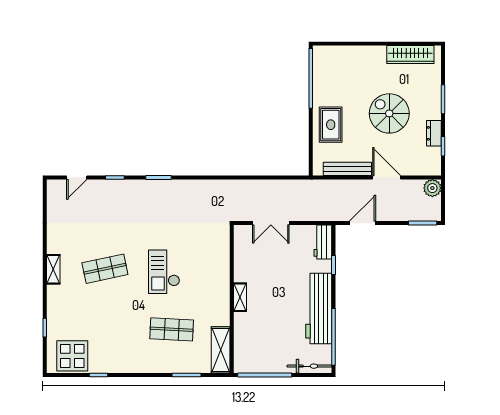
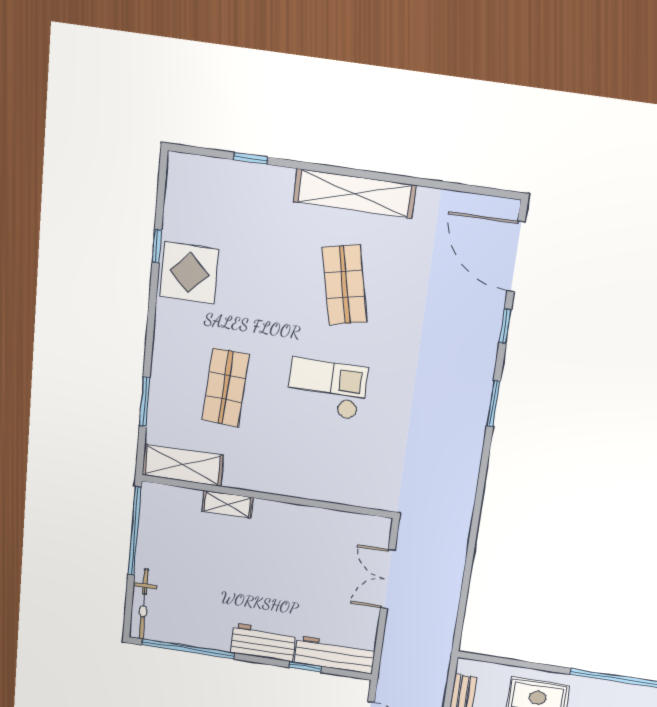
door: (77, 177) -> (516, 257), width x1.87
workbench: (323, 242) -> (335, 655), width x1.38
shelving: (53, 269) -> (354, 194), width x2.20, depth x1.33
shelving: (240, 297) -> (227, 504), moved
workbench: (319, 308) -> (263, 642), width x0.53, depth x0.76
display table: (72, 356) -> (189, 273), moved

